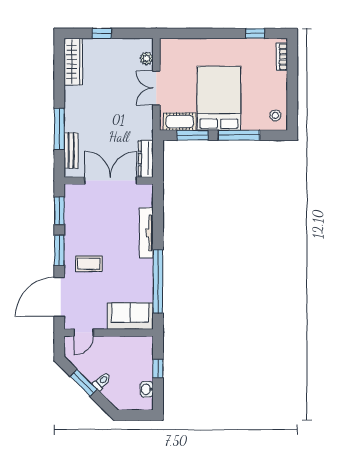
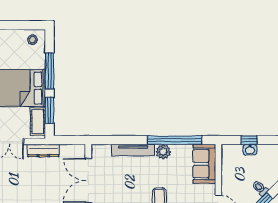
dresser: (146, 159) -> (43, 151), moved
plant: (144, 268) -> (163, 152), added
washbasin: (147, 389) -> (250, 150), moved

